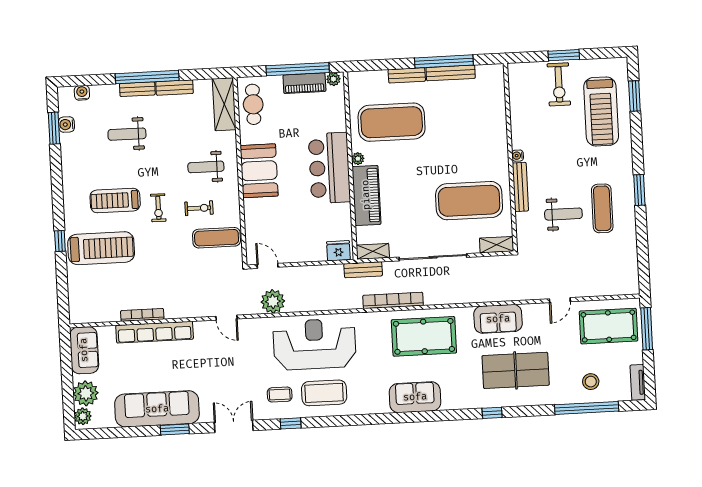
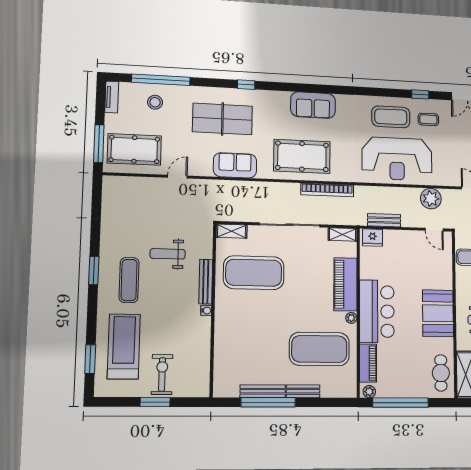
piano: (304, 83) -> (368, 363), moved, turned 90
exercise mat: (602, 208) -> (129, 280), moved
bench: (363, 270) -> (384, 220), moved

